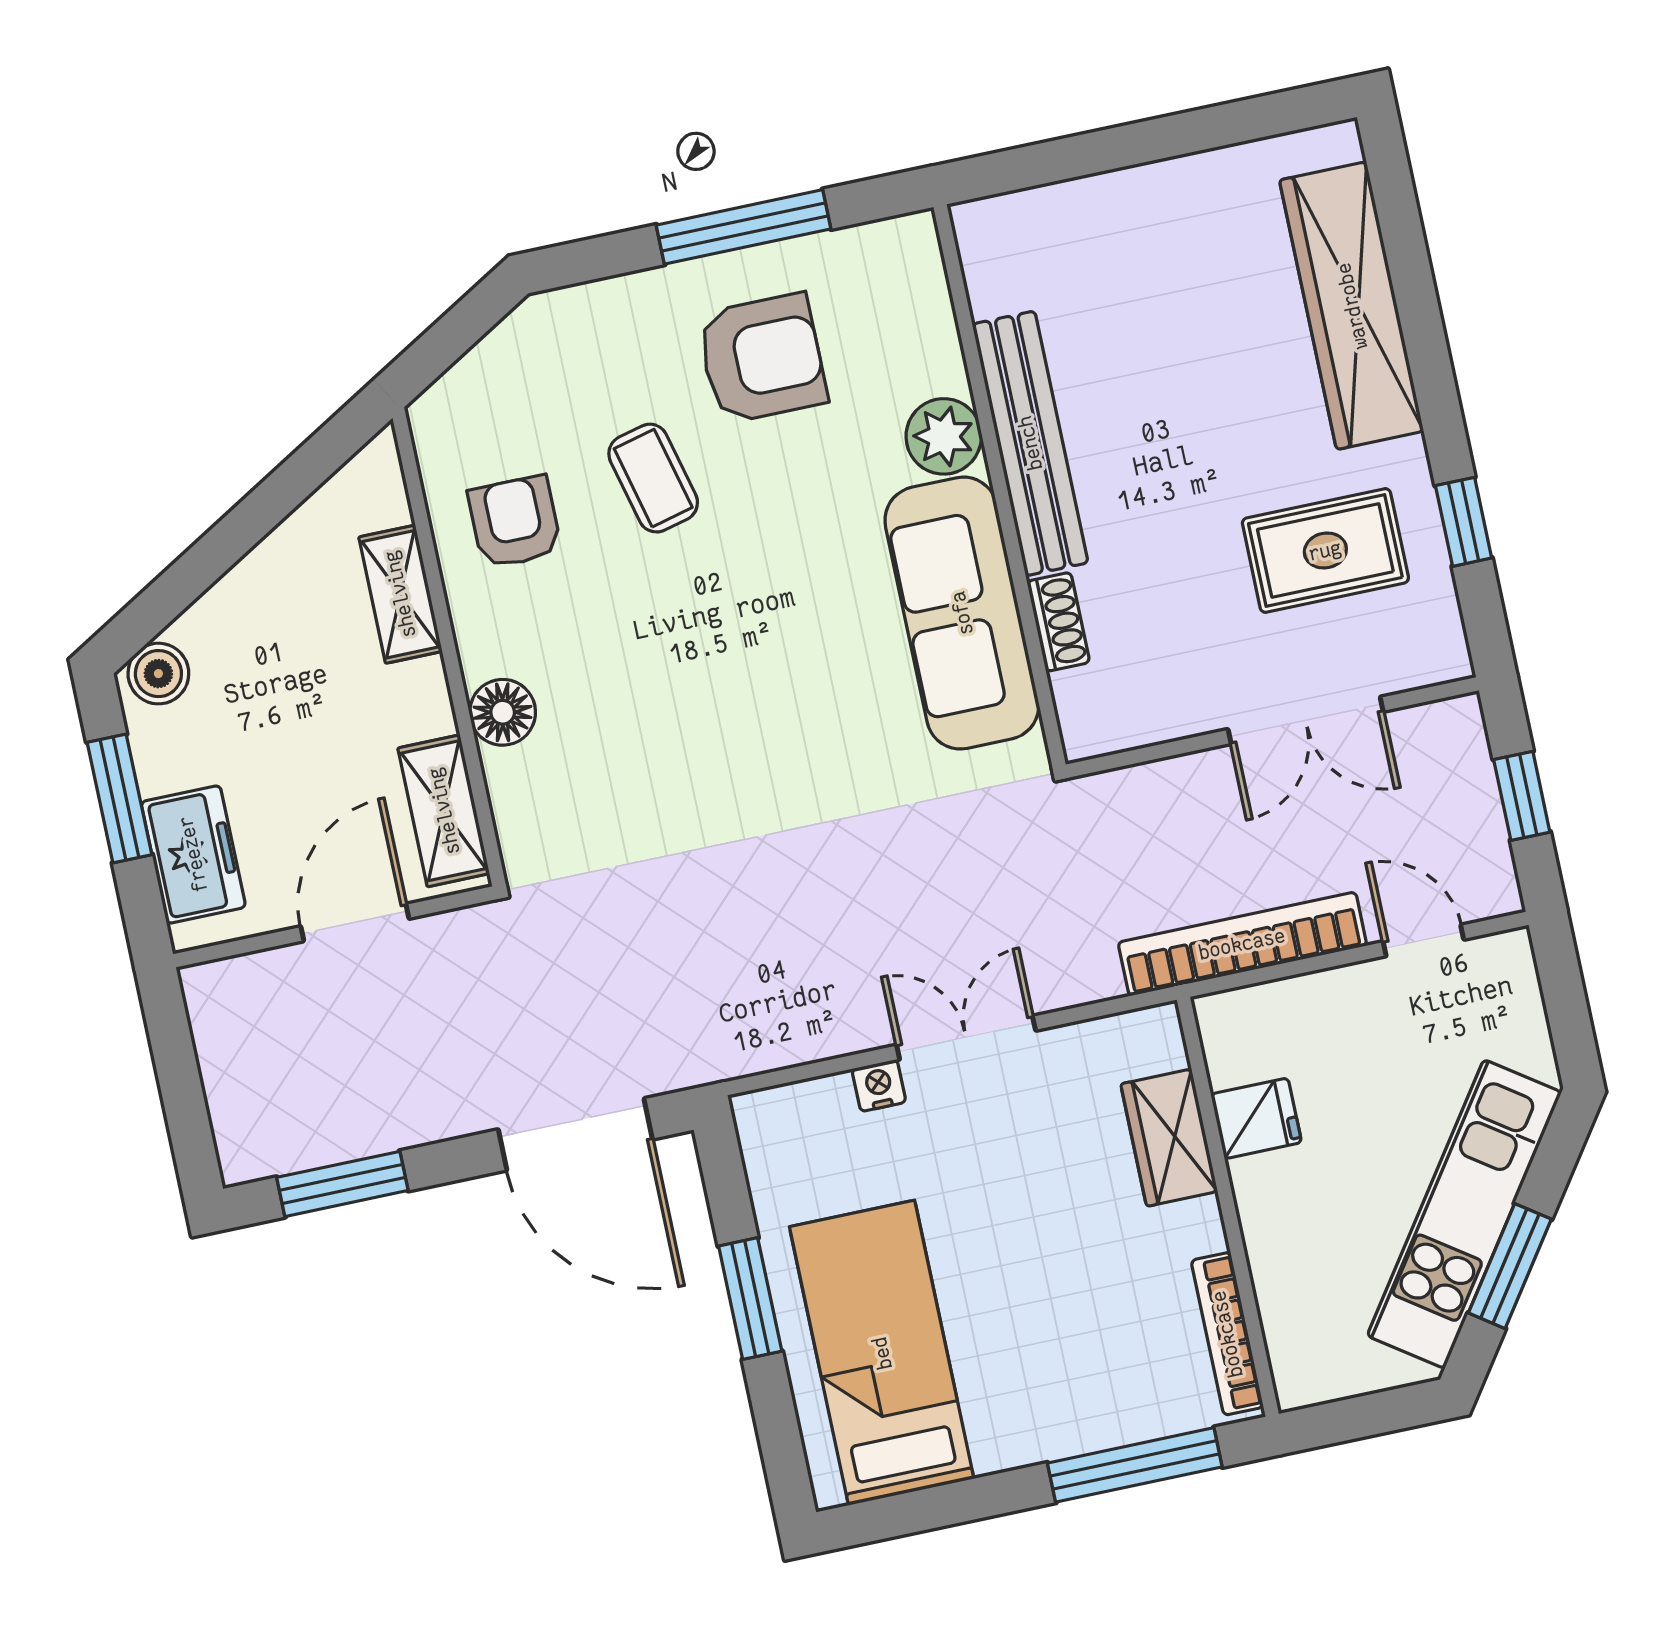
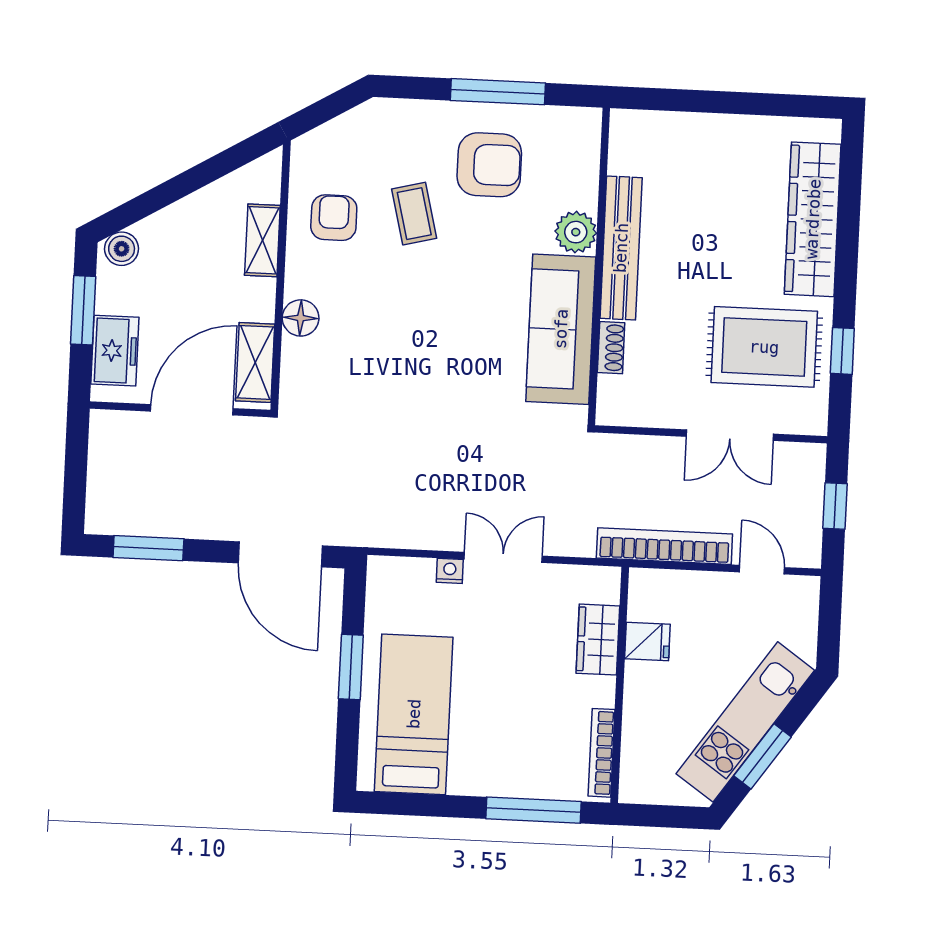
rug: (1325, 551) -> (764, 347), width x1.36, depth x1.43
door: (355, 922) -> (192, 410), width x1.36

